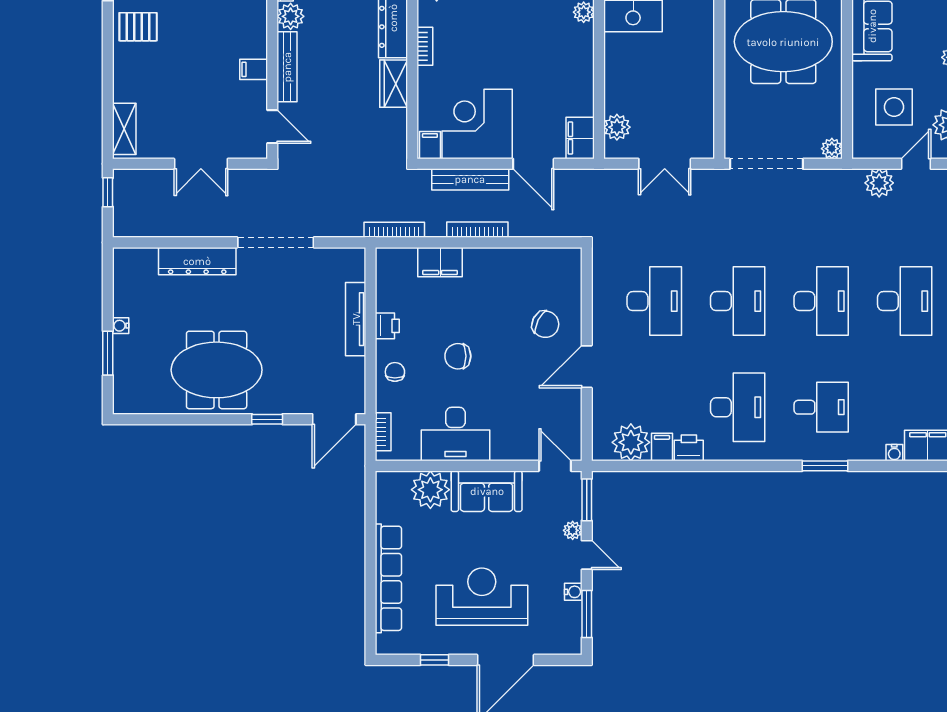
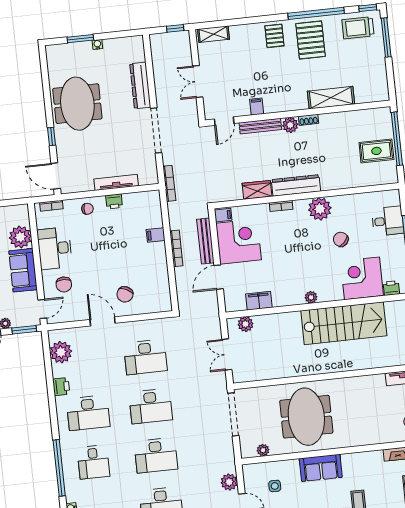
side table: (894, 107) -> (275, 486), width x0.54, depth x0.54
filing cabinet: (580, 138) -> (259, 301), moved
plant: (832, 149) -> (263, 450), moved
bookcase: (394, 230) -> (169, 183), moved
filing cabinet: (440, 262) -> (156, 235), width x0.50
chair: (458, 356) -> (64, 285), moved, turned 180
filing cabinet: (662, 447) -> (60, 371), removed
window: (825, 466) -> (59, 468), width x2.11

